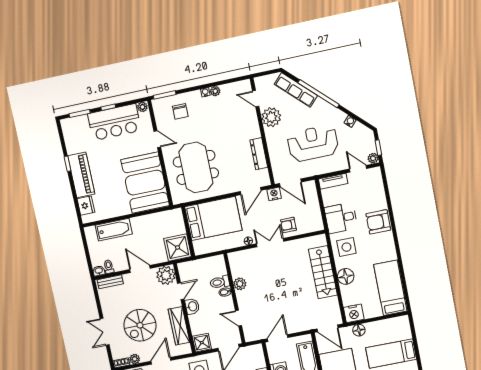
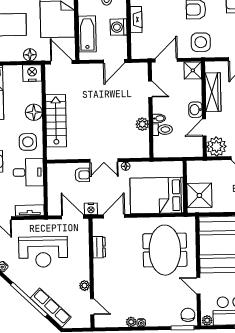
chair: (180, 111) -> (188, 315), moved
plant: (271, 117) -> (85, 286), width x0.53, depth x0.53
dresser: (259, 154) -> (99, 247), width x0.70
shower: (178, 247) -> (199, 195), moved

